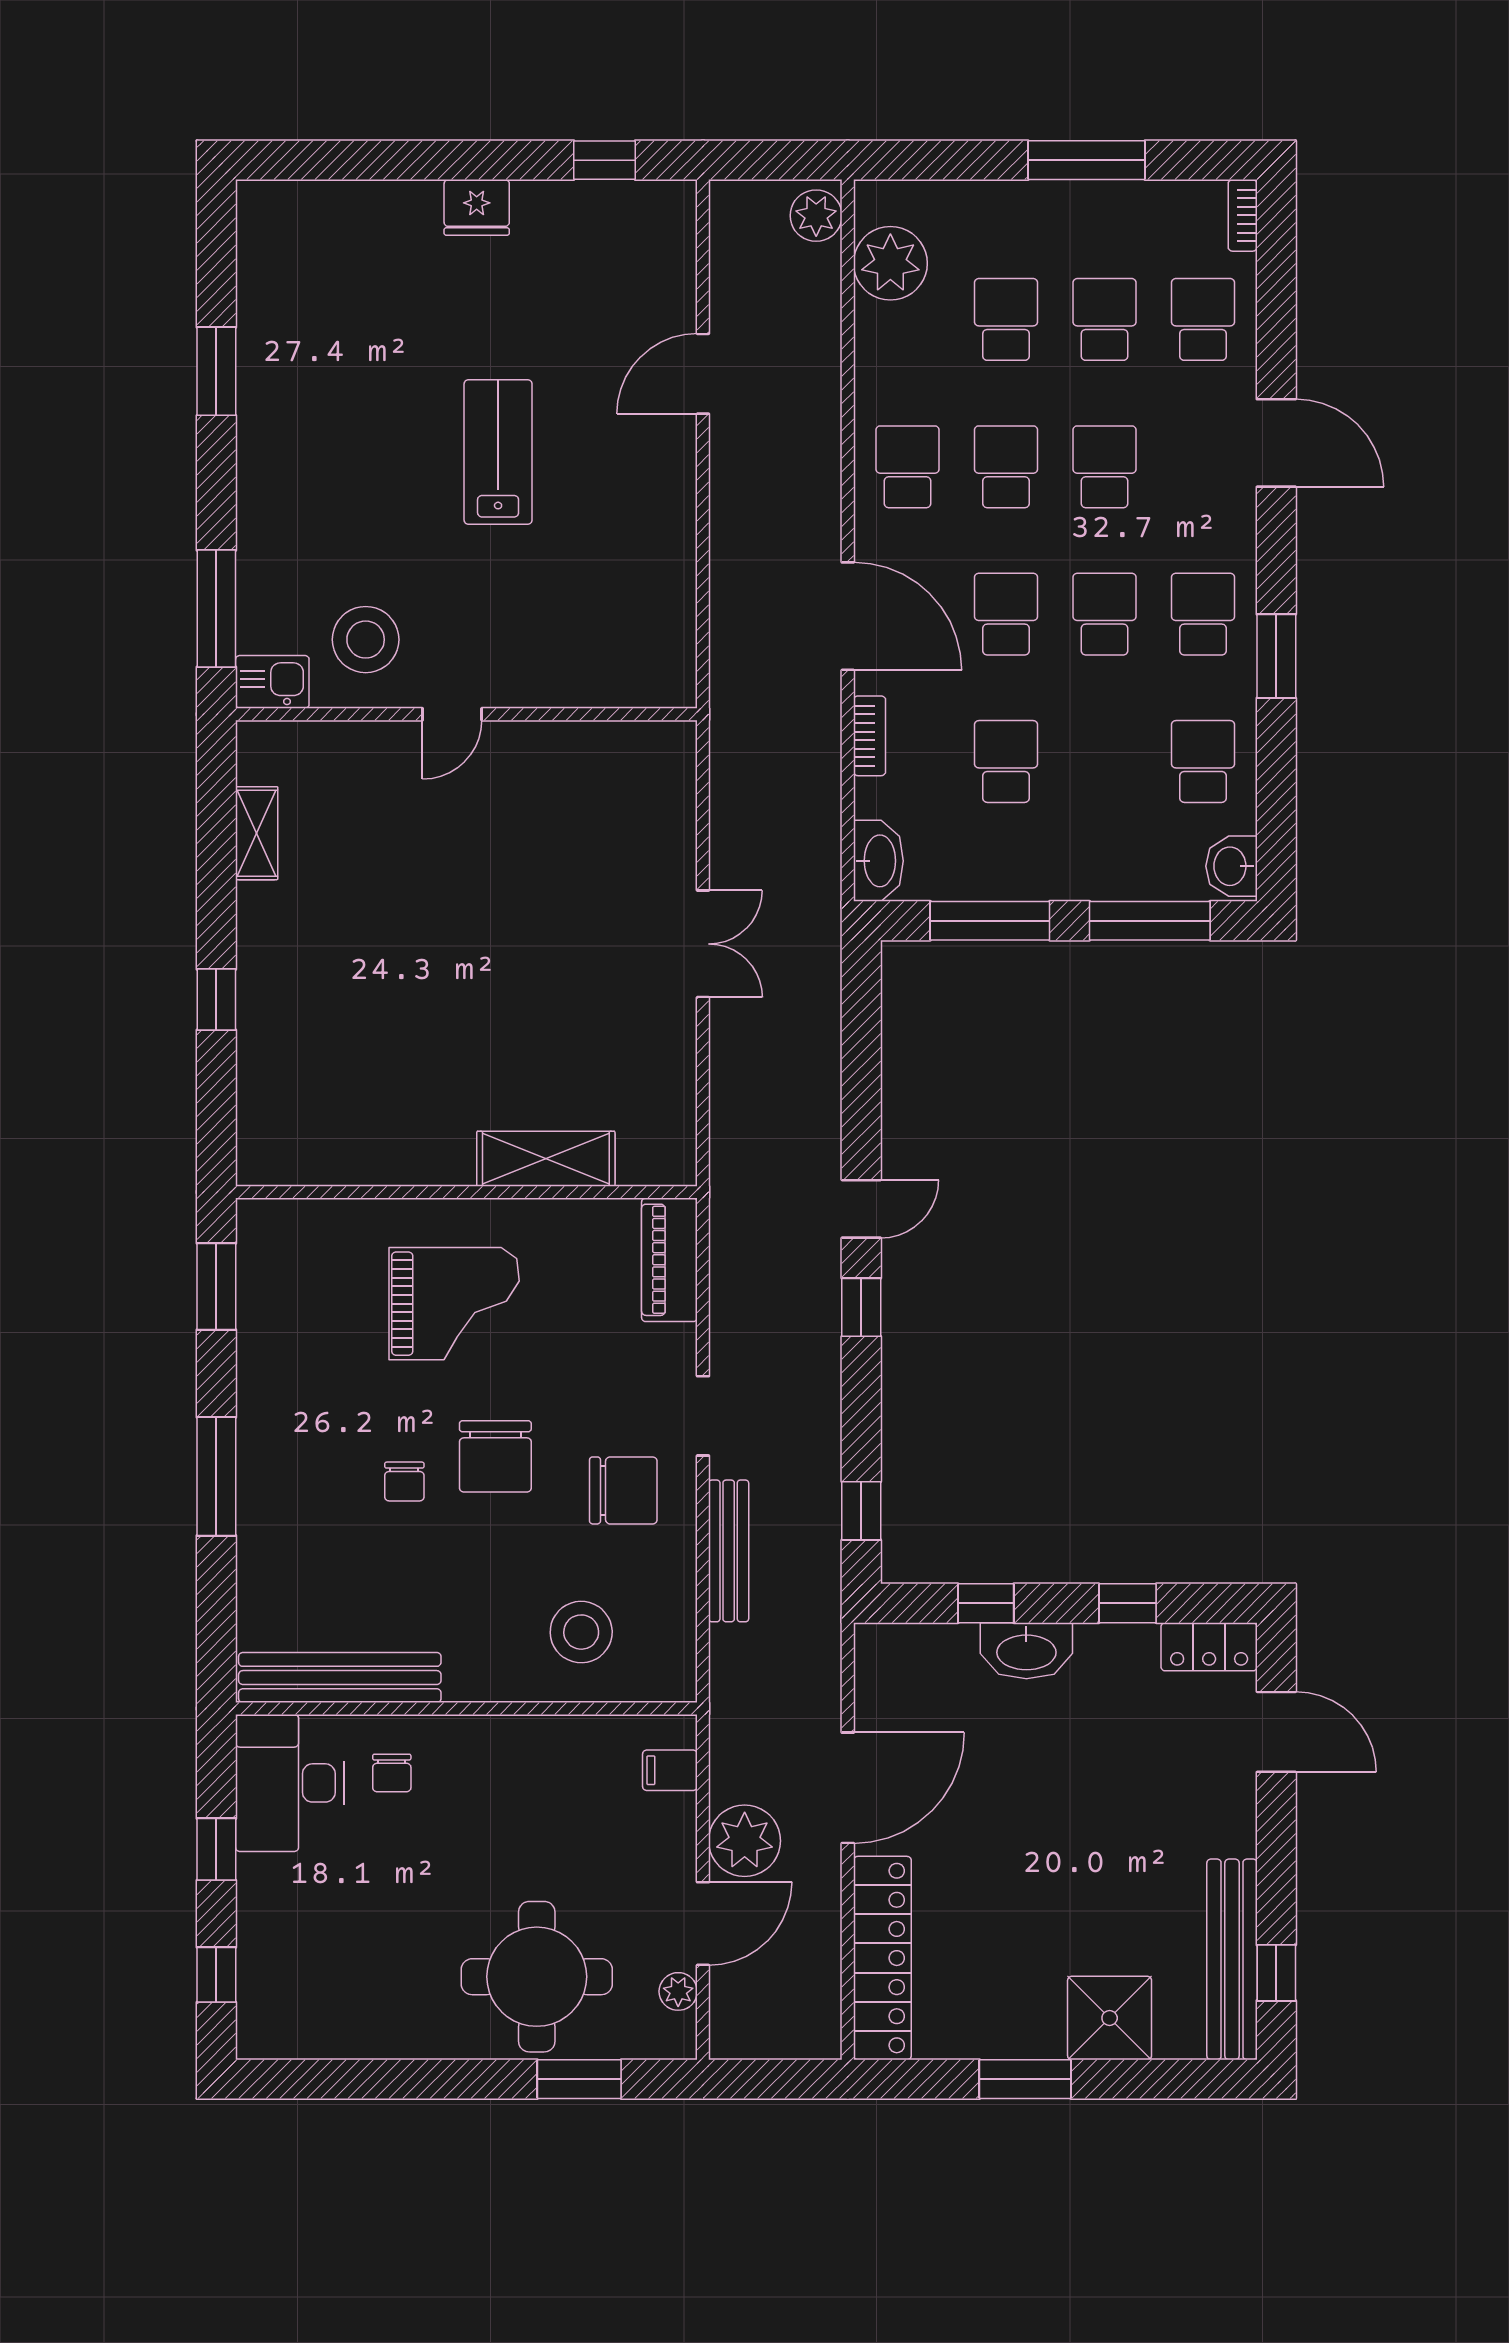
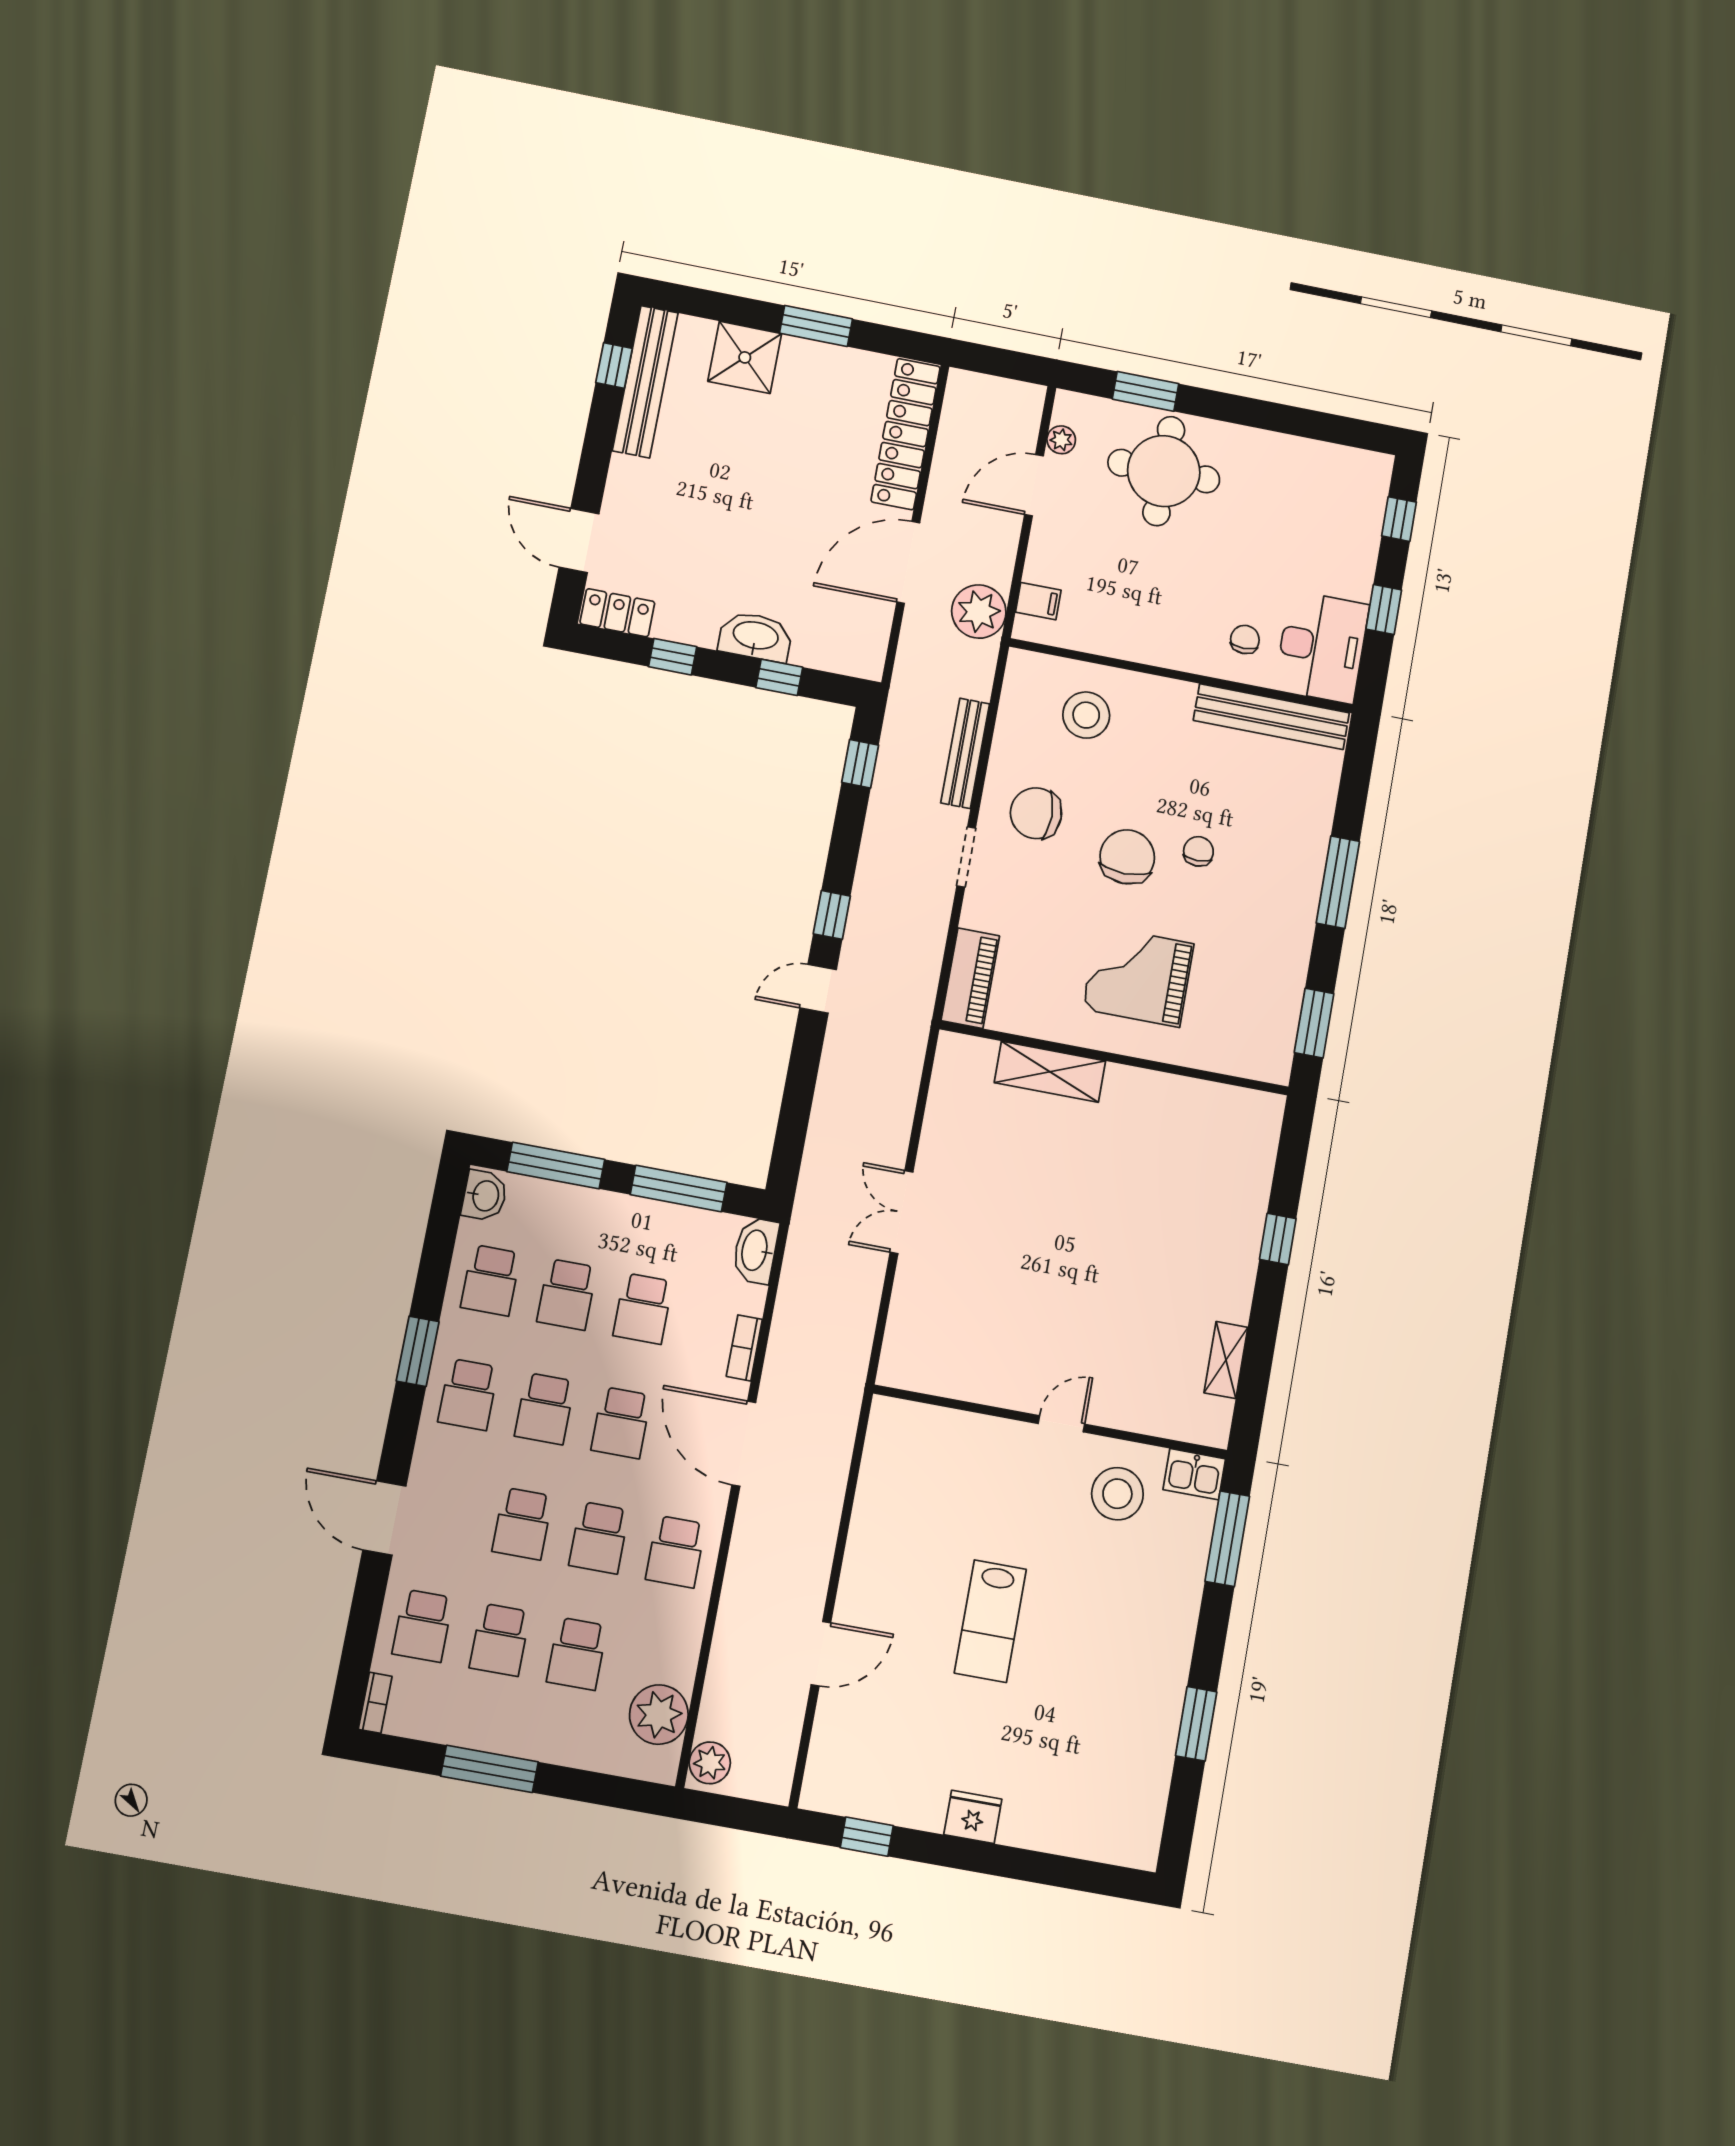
school desk: (1105, 761) -> (567, 1294), added
plant: (745, 1841) -> (979, 612), moved

